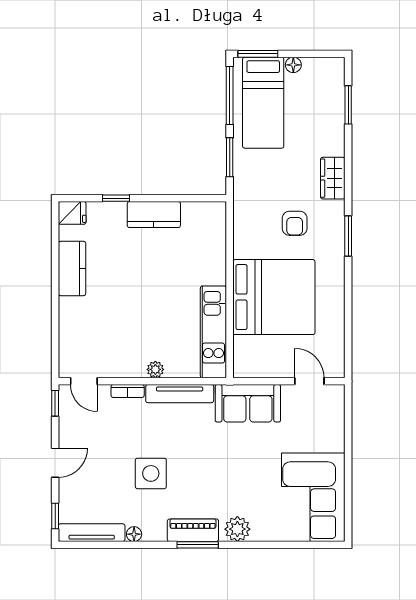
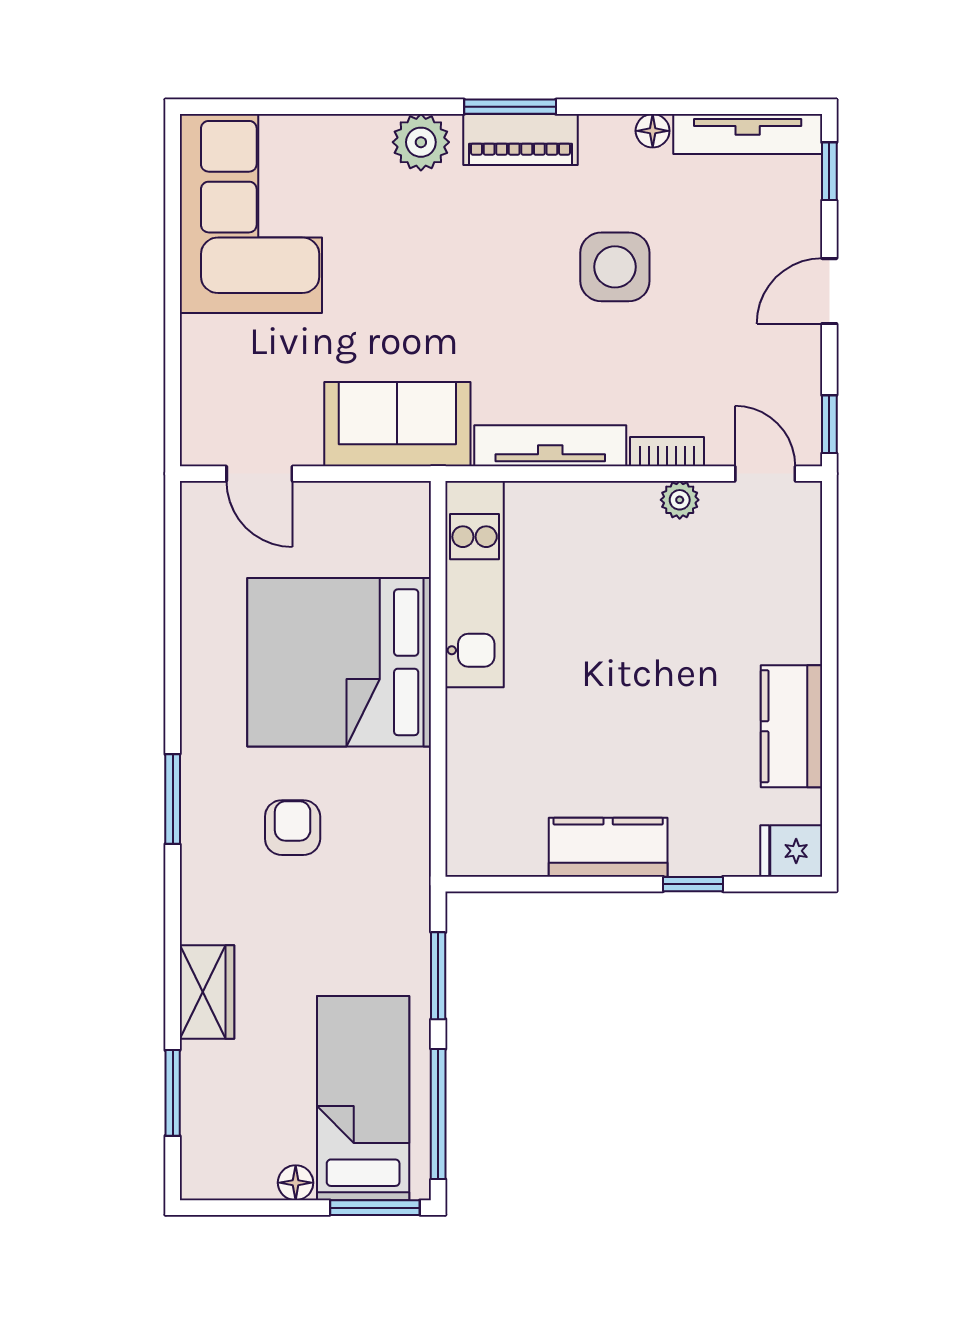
wardrobe: (333, 178) -> (207, 992), moved
plant: (155, 369) -> (680, 500), moved

